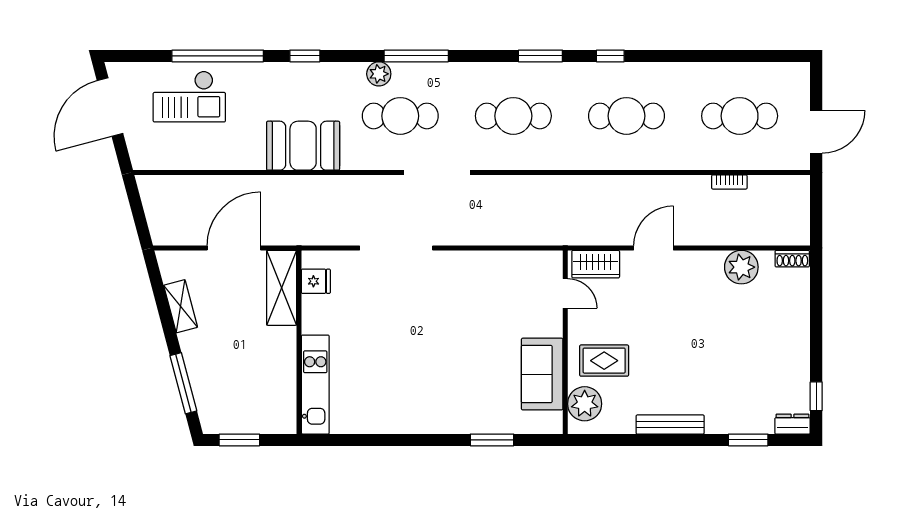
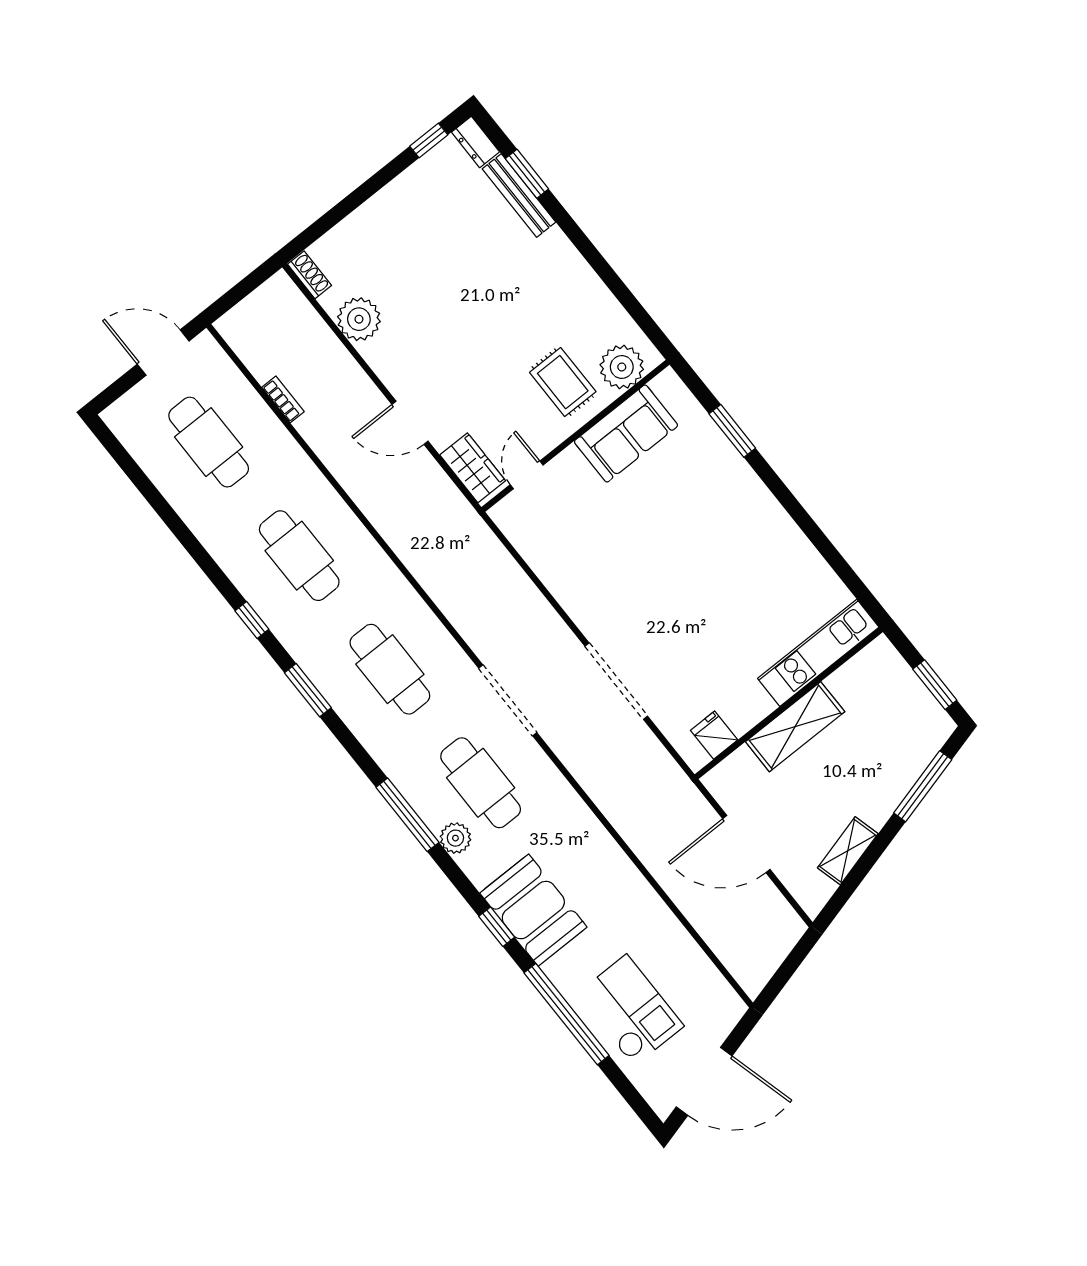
booth: (303, 146) -> (533, 910), moved
shelving: (282, 288) -> (795, 727), moved
bench: (670, 425) -> (519, 196), moved

